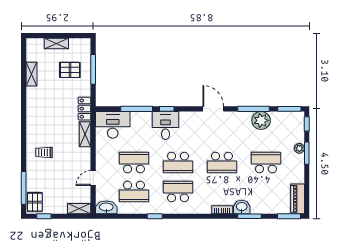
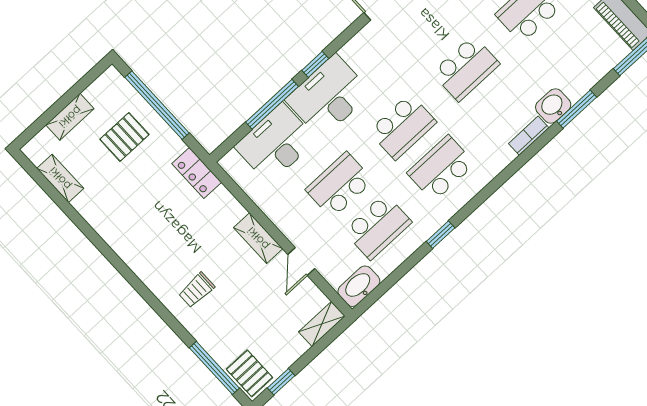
window: (93, 69) -> (157, 105), width x1.46
shelving: (31, 74) -> (60, 178), moved
desk: (113, 125) -> (276, 143), moved
desk: (166, 125) -> (328, 96), width x1.37
shelving: (85, 134) -> (258, 238), moved

